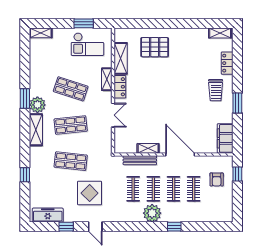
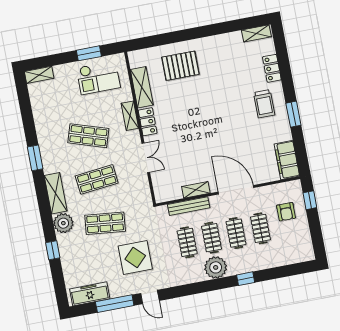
plant: (37, 105) -> (63, 223), moved
window: (66, 227) -> (115, 304), width x2.17

